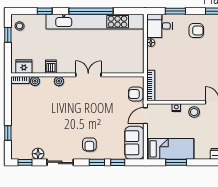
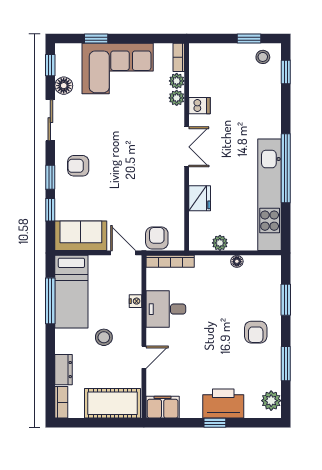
window: (45, 11) -> (286, 72), moved
kitchen unit: (95, 22) -> (270, 195), width x0.73
desk: (160, 26) -> (166, 309), moved, turned -90
plant: (139, 54) -> (220, 243), added
fridge: (24, 66) -> (200, 198), moved
double door: (88, 75) -> (187, 147), moved
plant: (59, 81) -> (177, 98), moved
stool: (194, 112) -> (104, 337), moved
corner sofa: (27, 119) -> (118, 69), added
window: (176, 162) -> (50, 301), width x1.44

